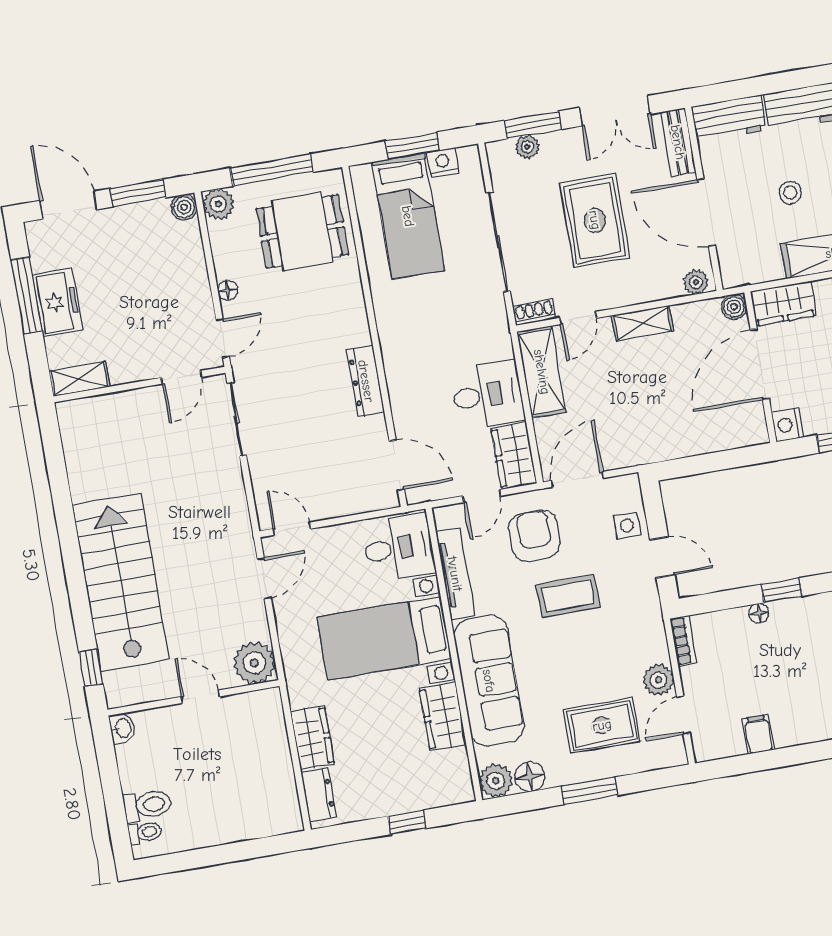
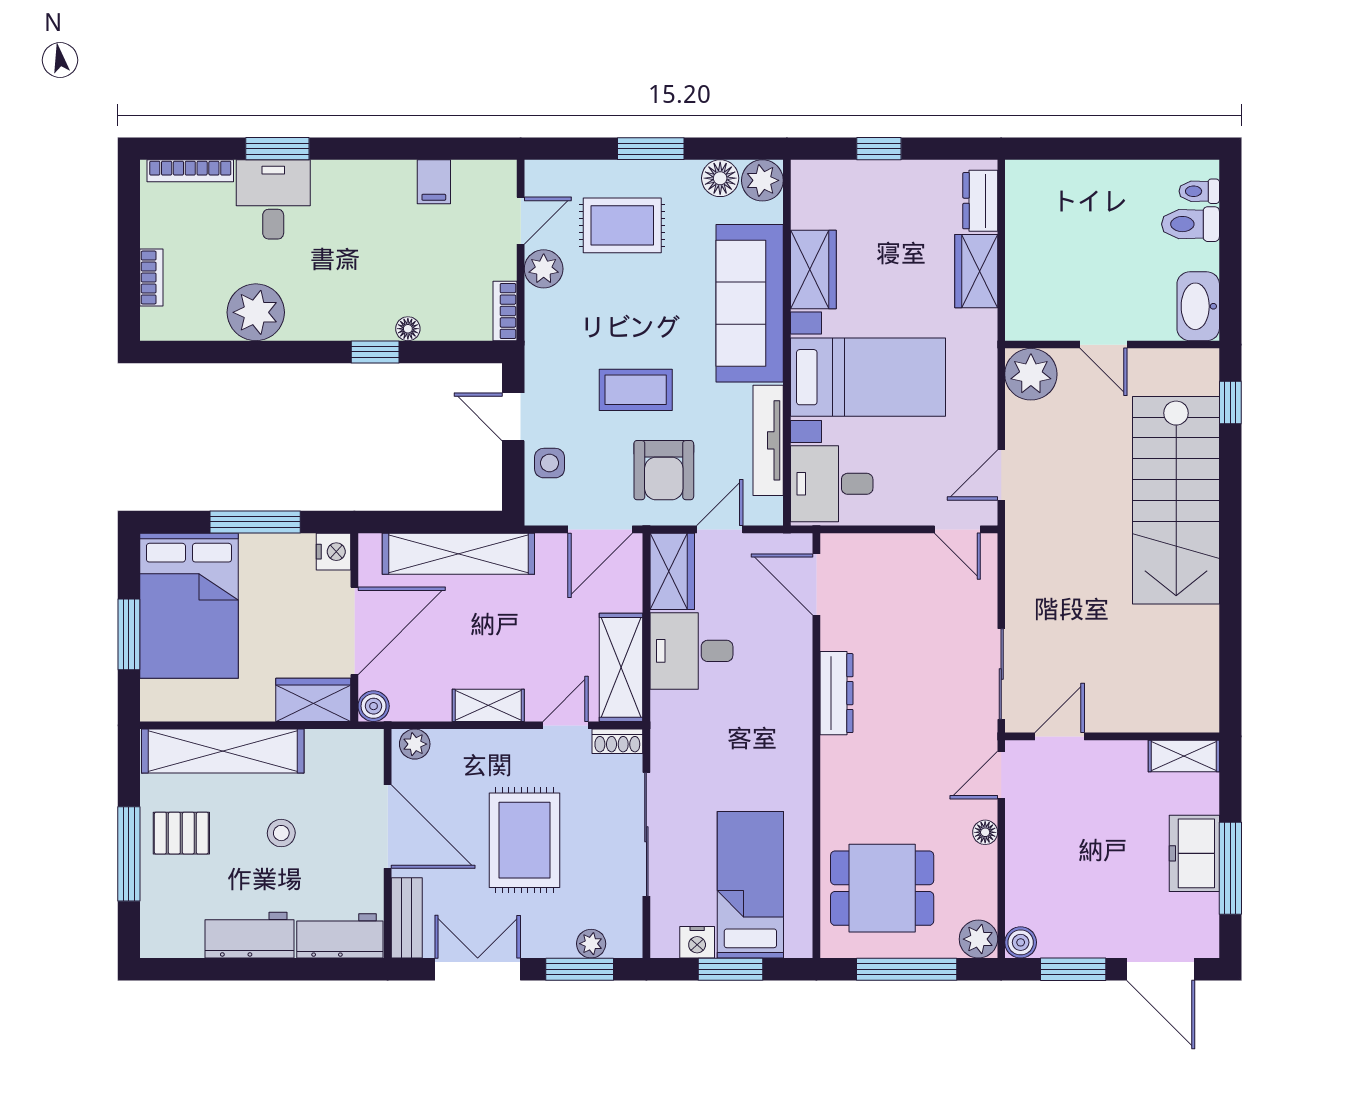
shelving: (687, 440) -> (458, 554), added
washbasin: (122, 728) -> (1198, 306), width x1.91, depth x1.45

